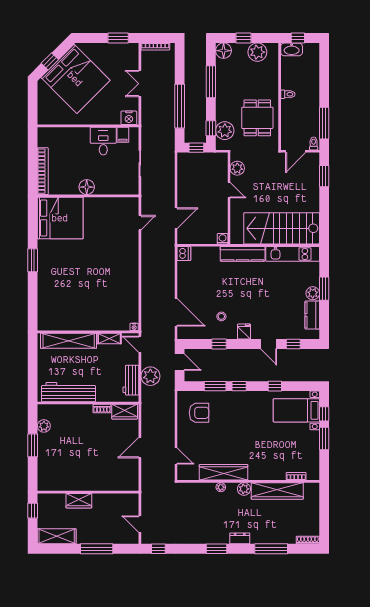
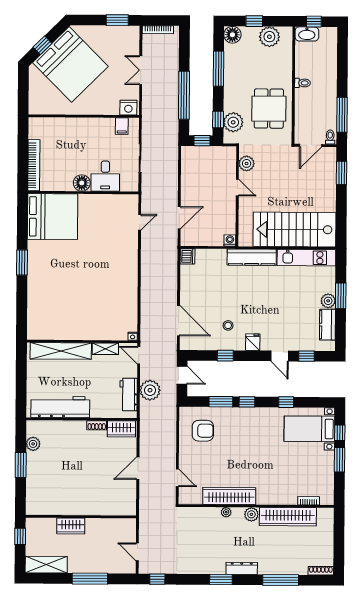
desk: (103, 141) -> (105, 176), moved, turned 180
dresser: (240, 538) -> (242, 568), width x1.44

